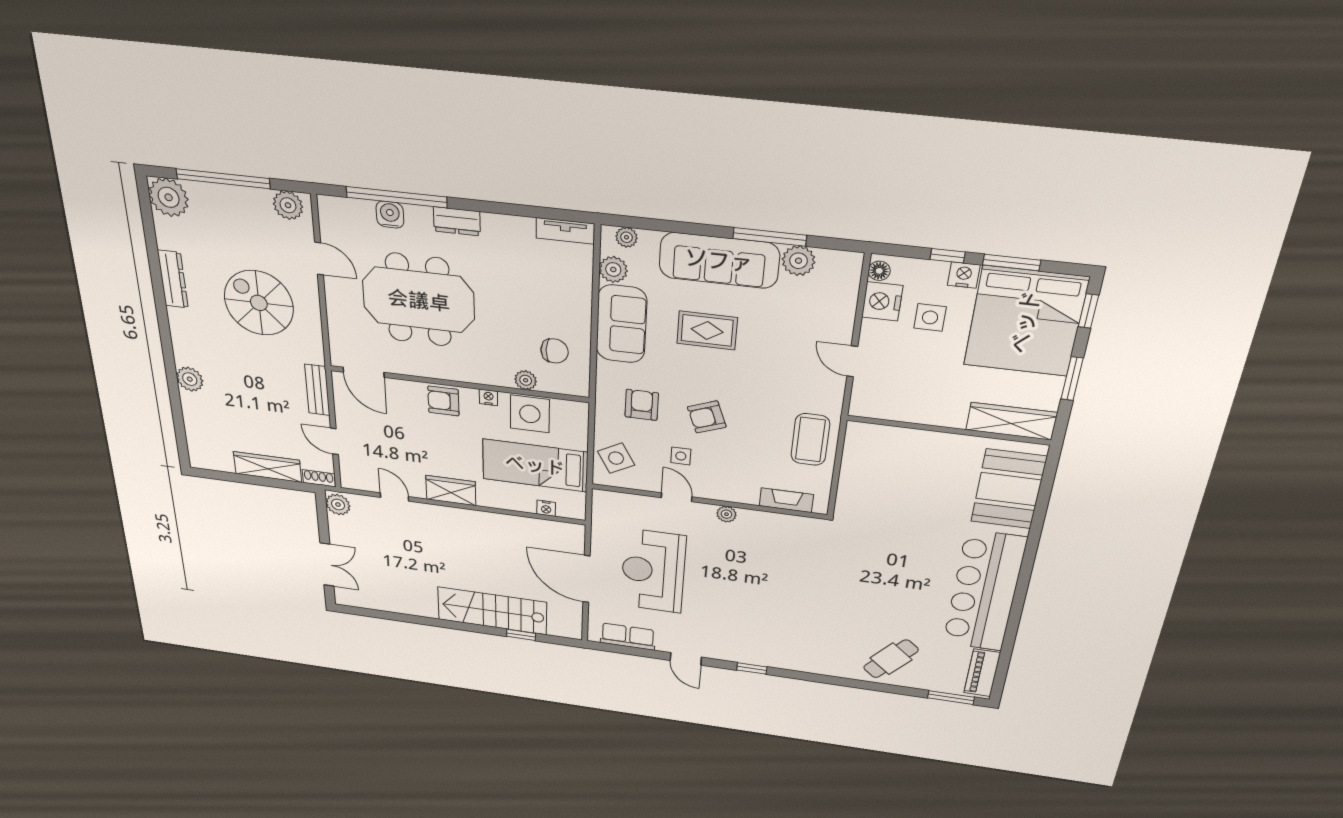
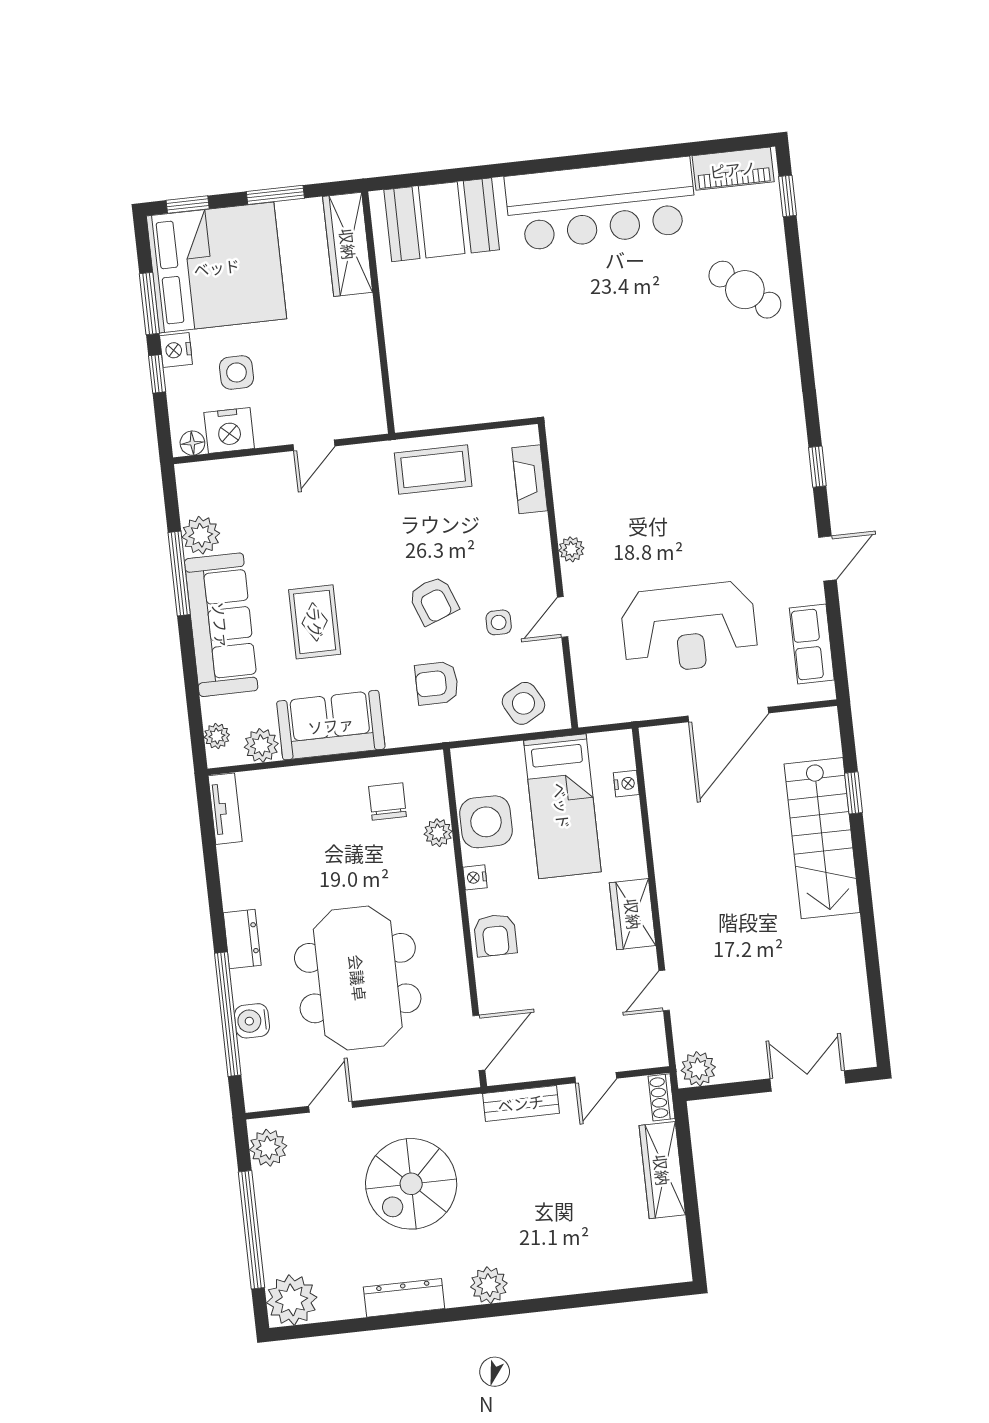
plant: (190, 379) -> (489, 1285), moved
window: (951, 698) -> (787, 196), width x0.67

